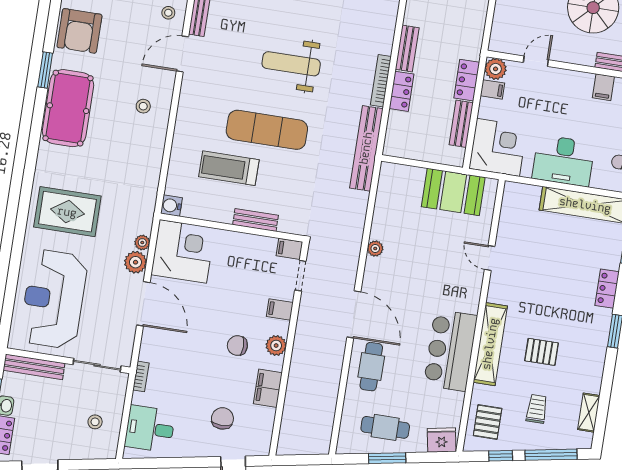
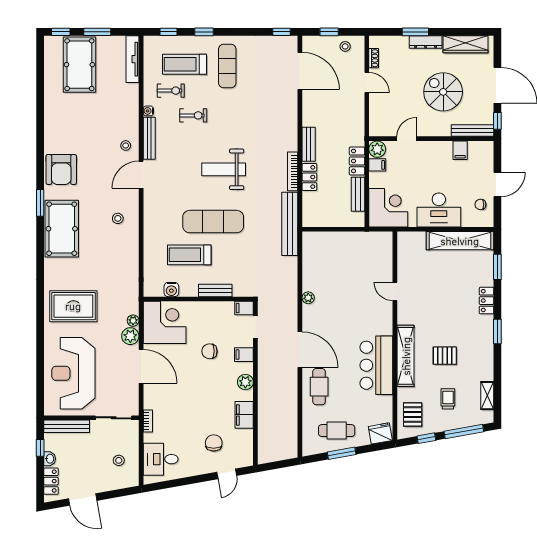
booth: (453, 192) -> (360, 246), removed
water cooler: (171, 206) -> (171, 290), moved, turned -90
chair: (237, 346) -> (209, 351), moved

